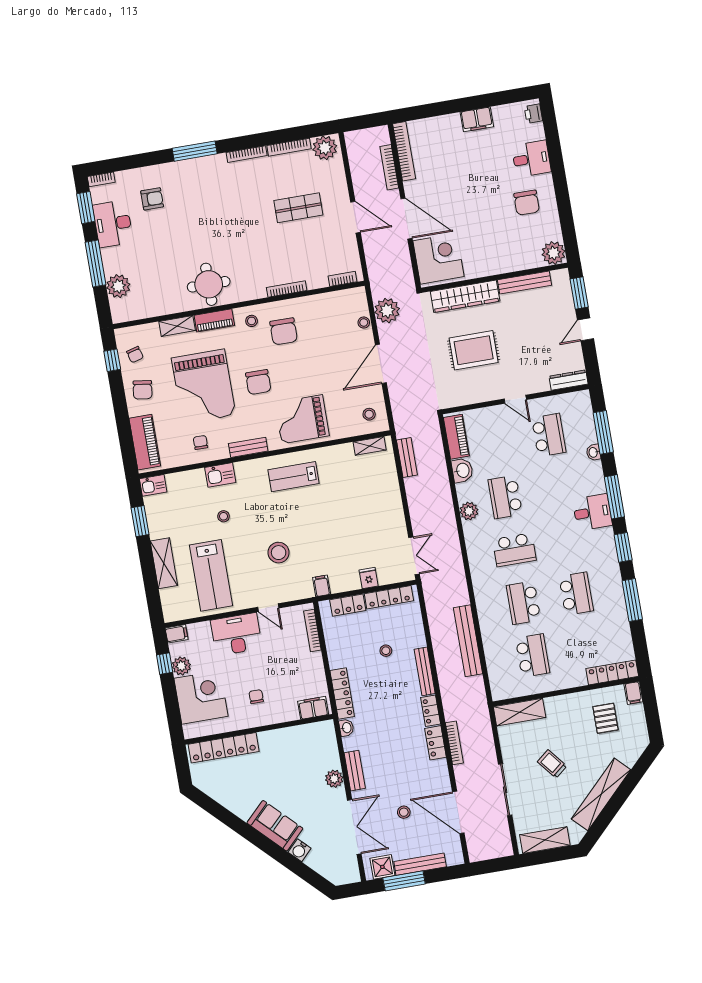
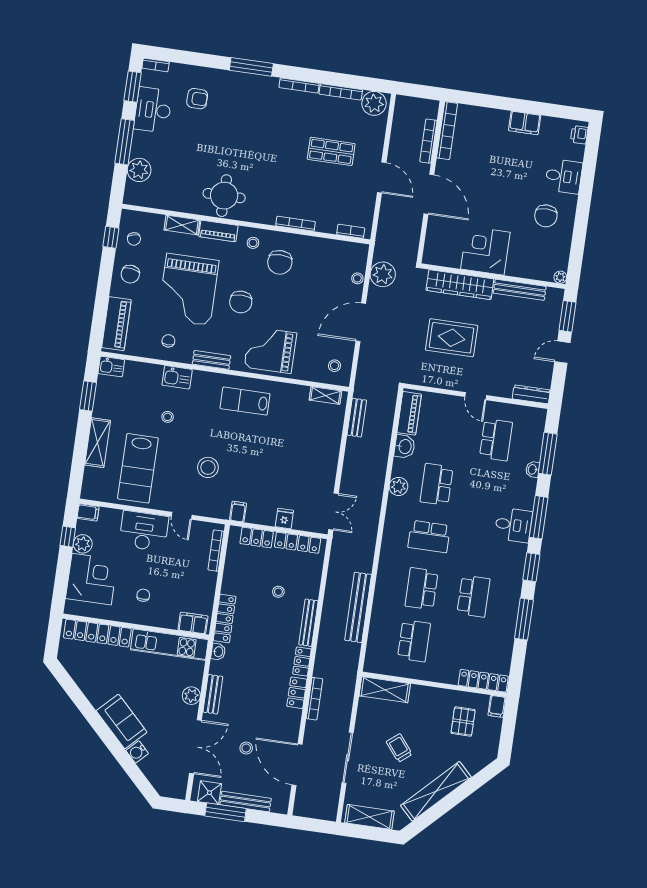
plant: (553, 253) -> (560, 277), width x0.53, depth x0.53
corner desk: (438, 259) -> (485, 251), moved, turned -90
kitchen unit: (297, 736) -> (169, 645), added

